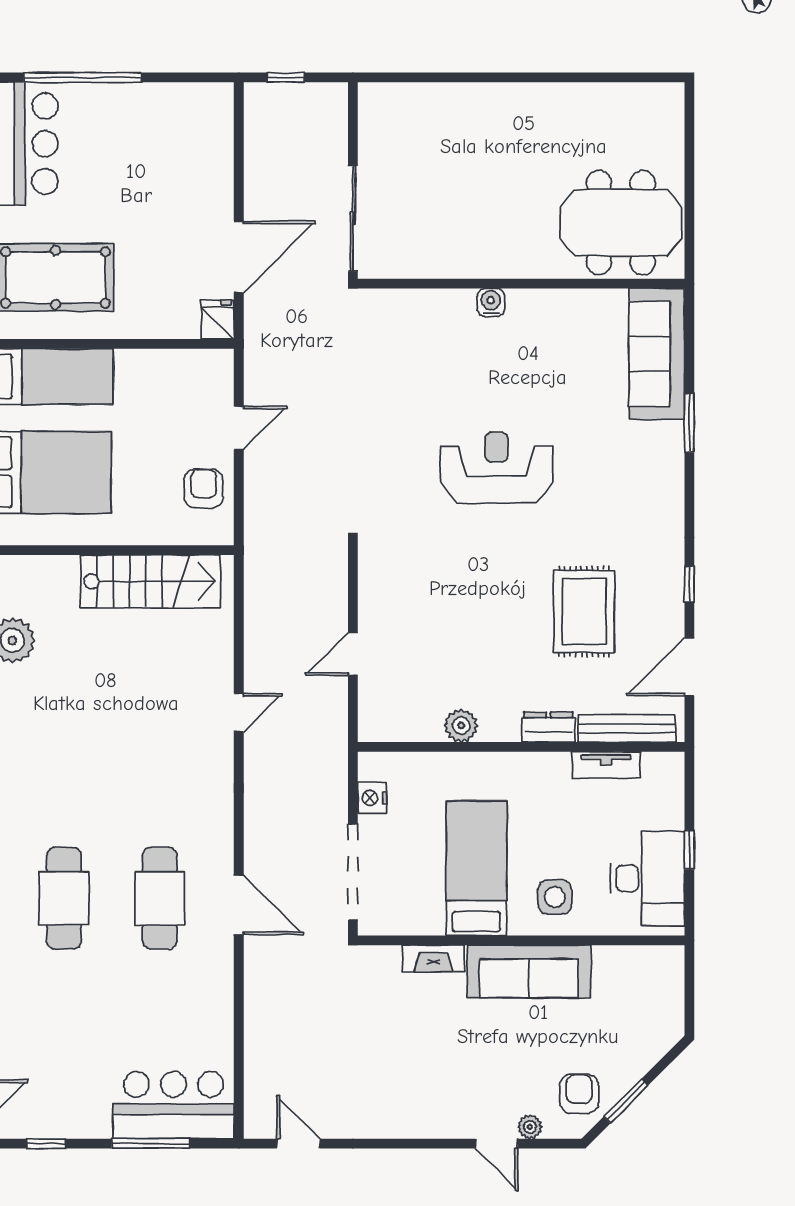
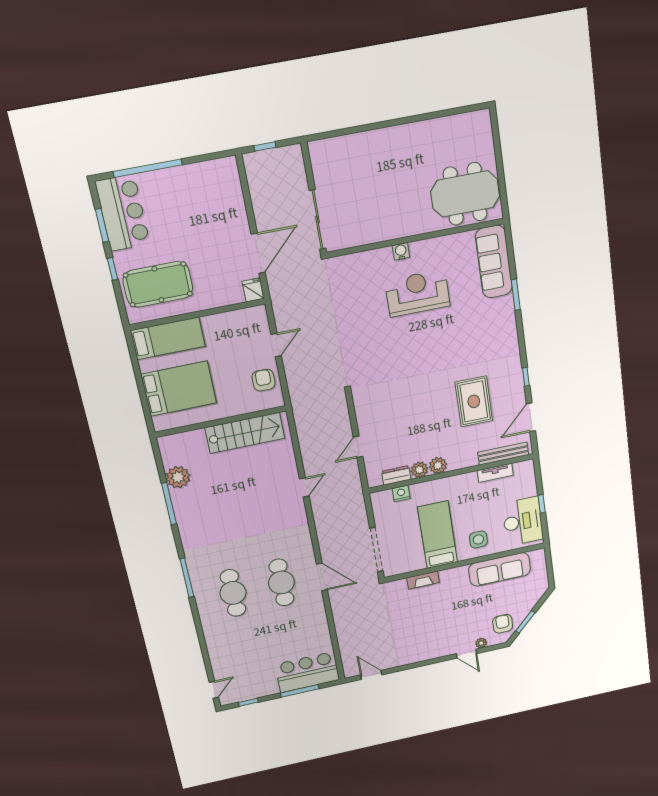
reception desk: (497, 468) -> (417, 293), moved
plant: (498, 725) -> (438, 465), added
dresser: (549, 727) -> (396, 475), moved
nightstand: (372, 798) -> (401, 493), moved, turned 90
sofa: (529, 971) -> (500, 569), moved

